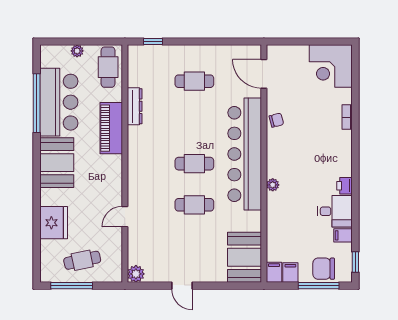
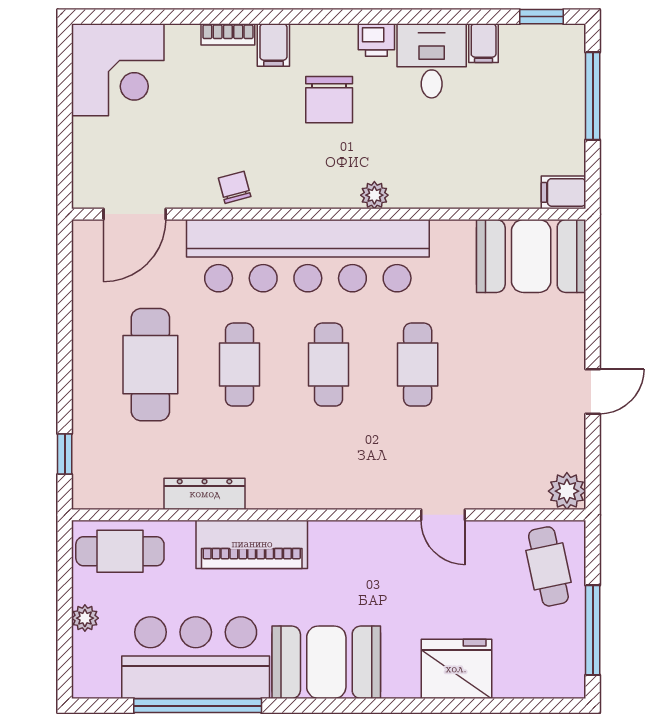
cafe table: (194, 81) -> (150, 365), width x1.37, depth x1.35
cafe table: (194, 122) -> (239, 365), added
cafe table: (82, 260) -> (548, 566), moved
chair: (324, 269) -> (329, 100), moved
filing cabinet: (290, 273) -> (273, 45), moved, turned -90

